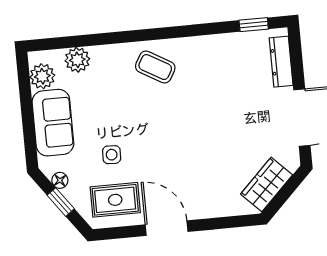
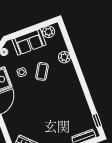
plant: (77, 60) -> (64, 57), moved
coffee table: (155, 67) -> (42, 71), moved

